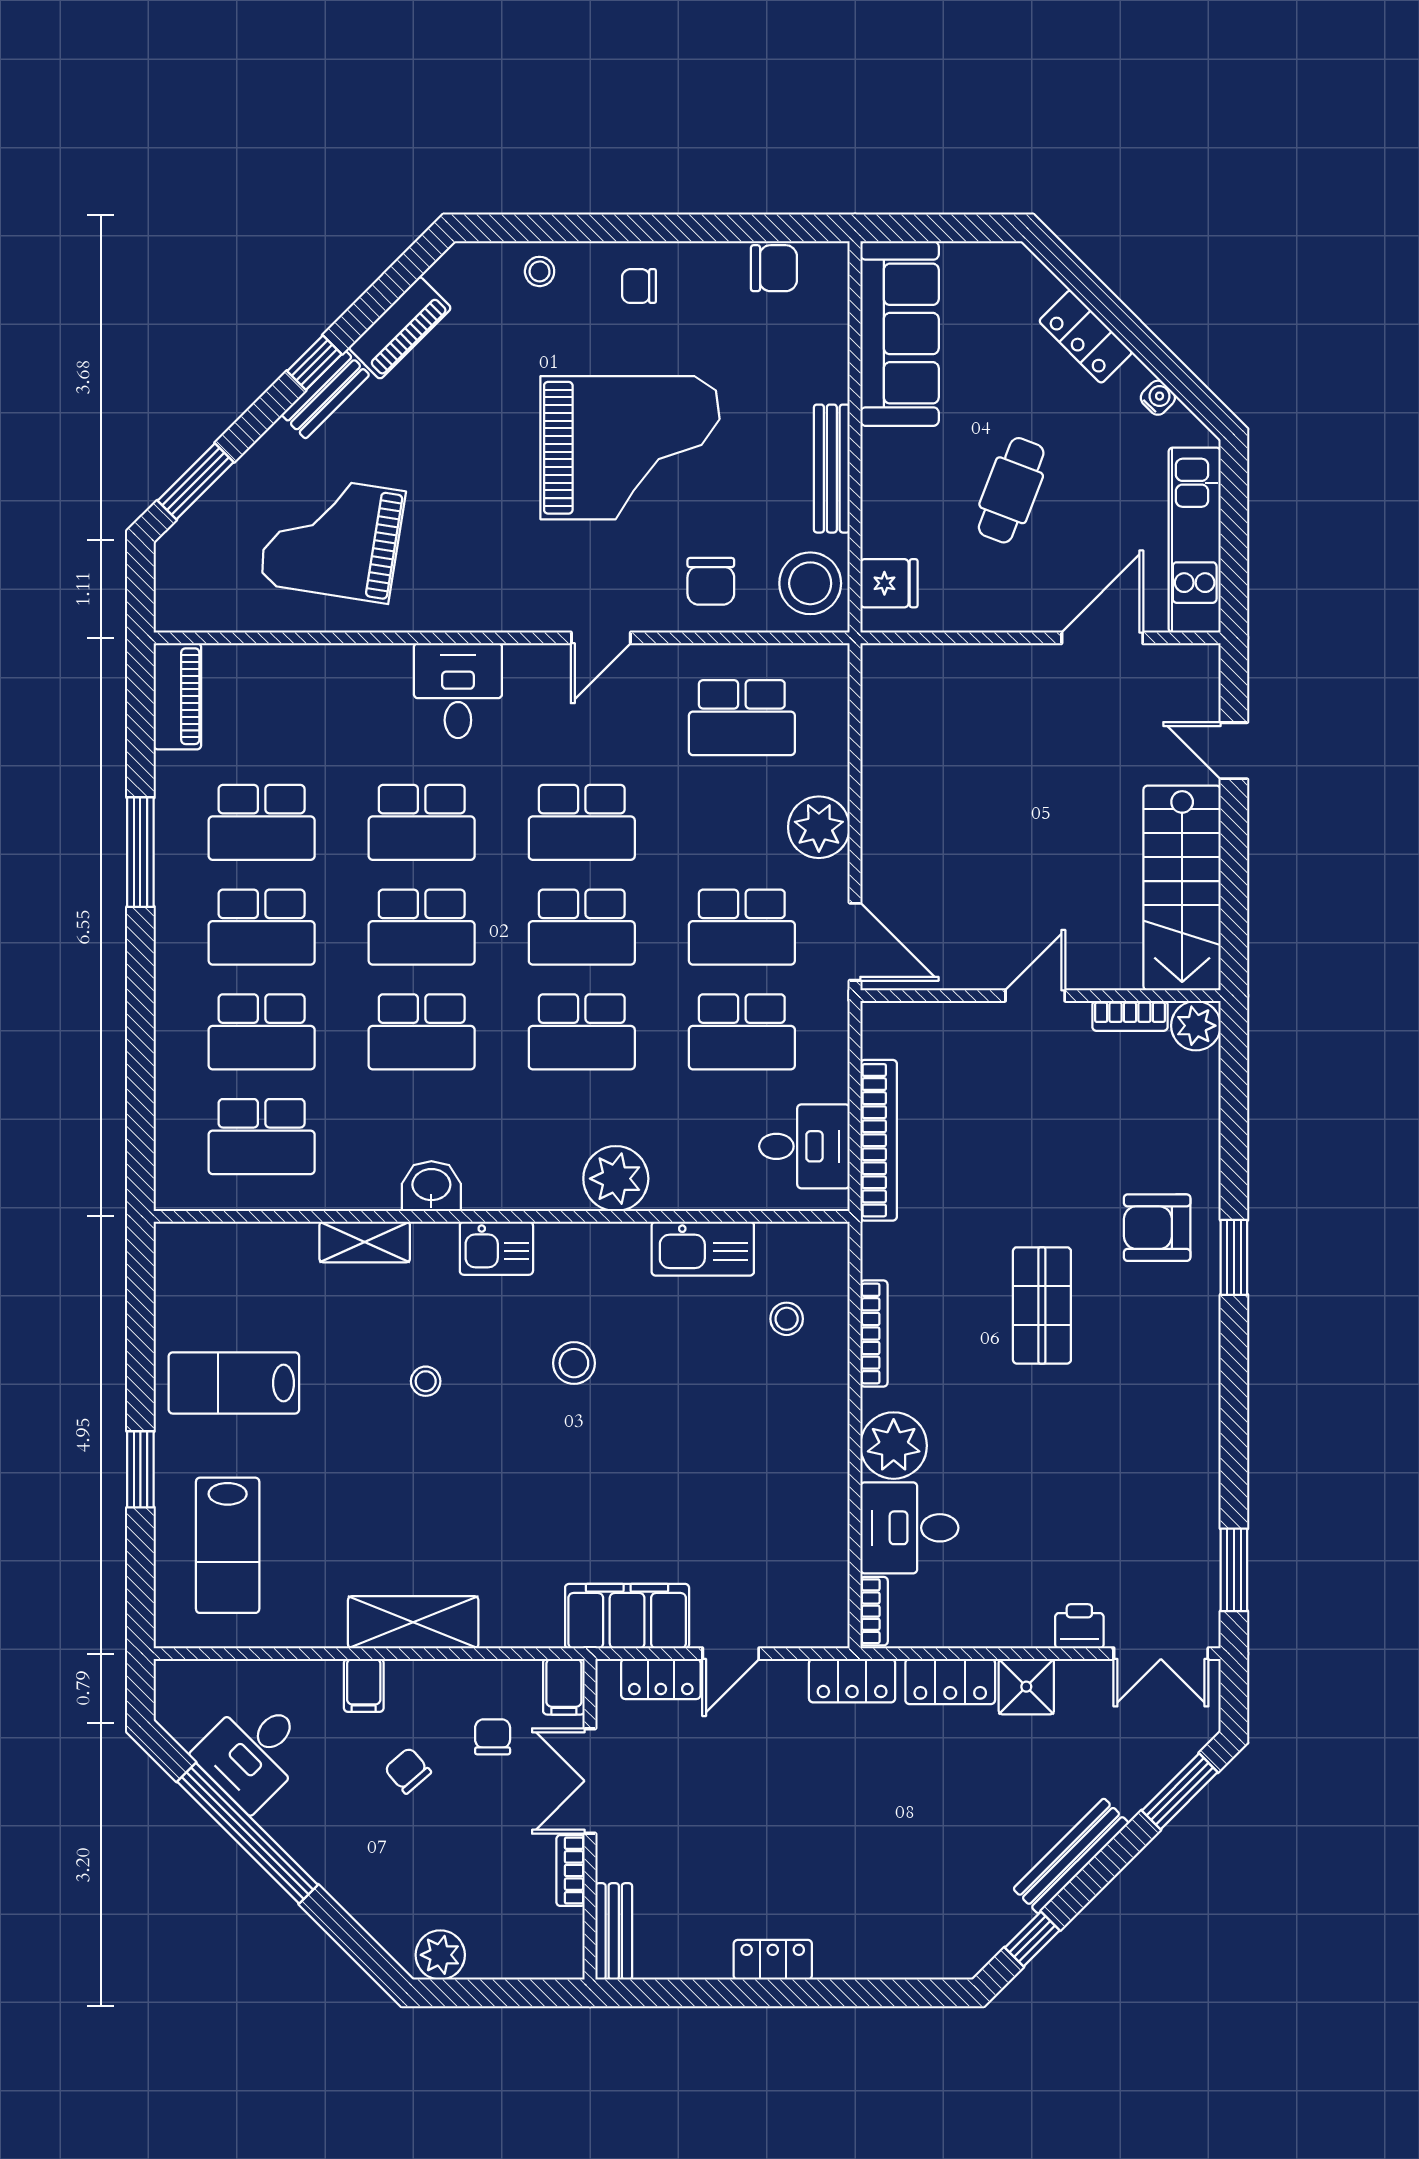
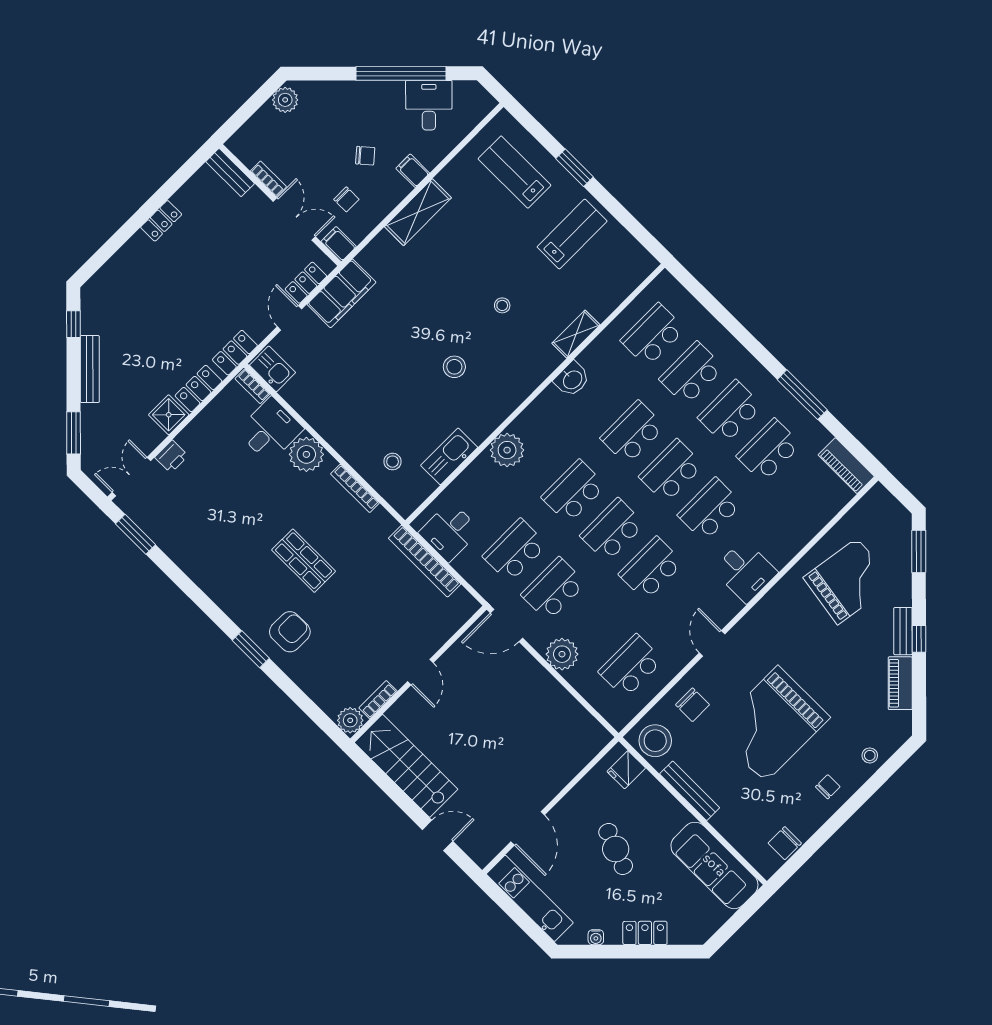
chair: (711, 581) -> (693, 705), turned 180
kitchen sink: (496, 1248) -> (273, 369), moved, turned 90

